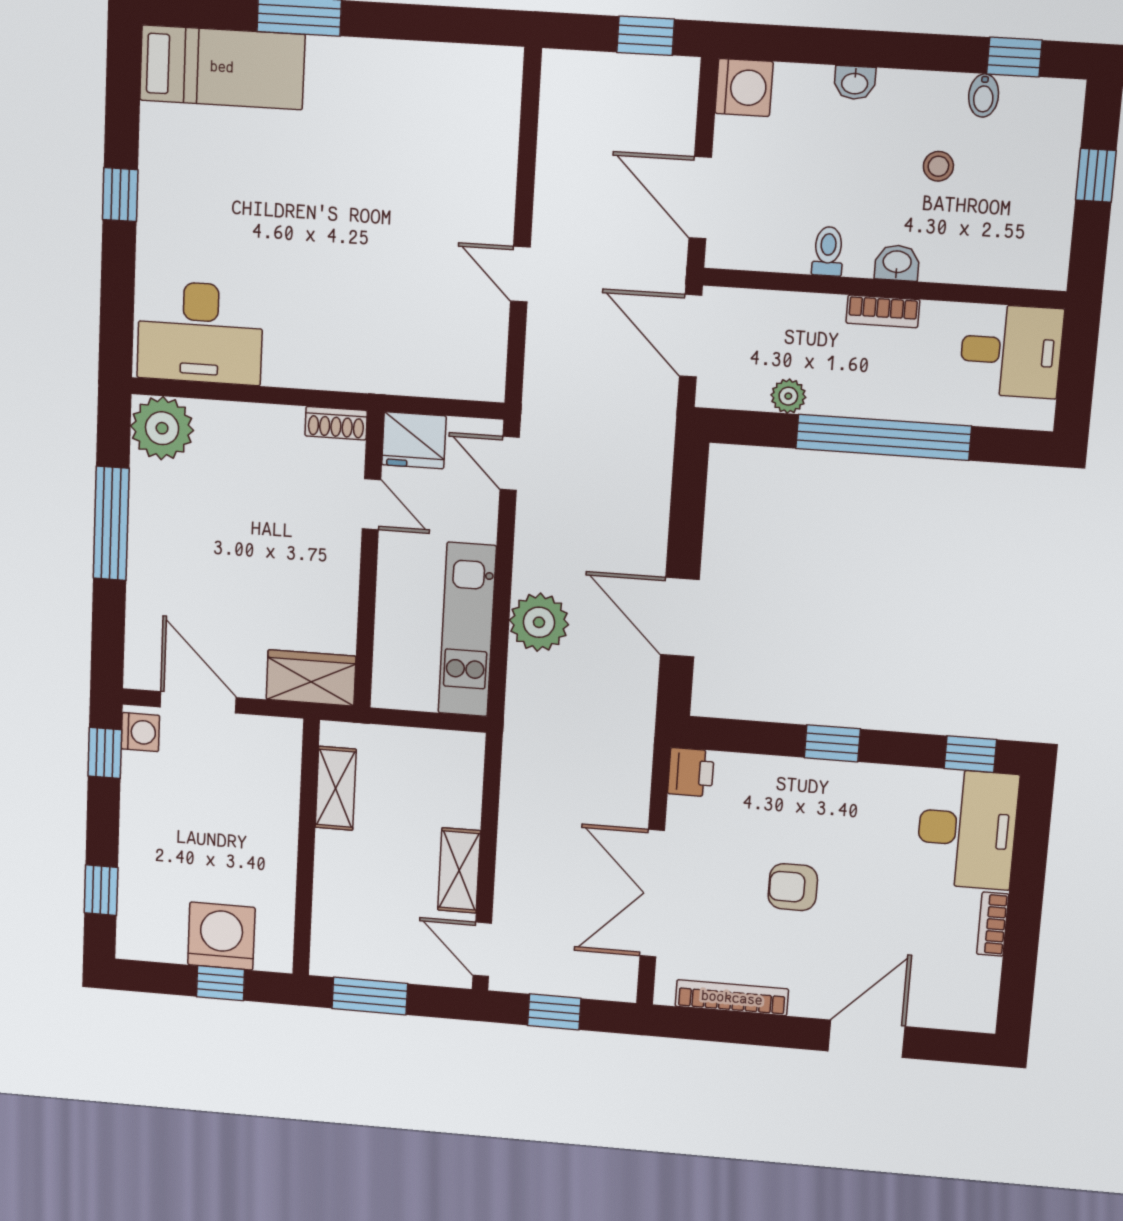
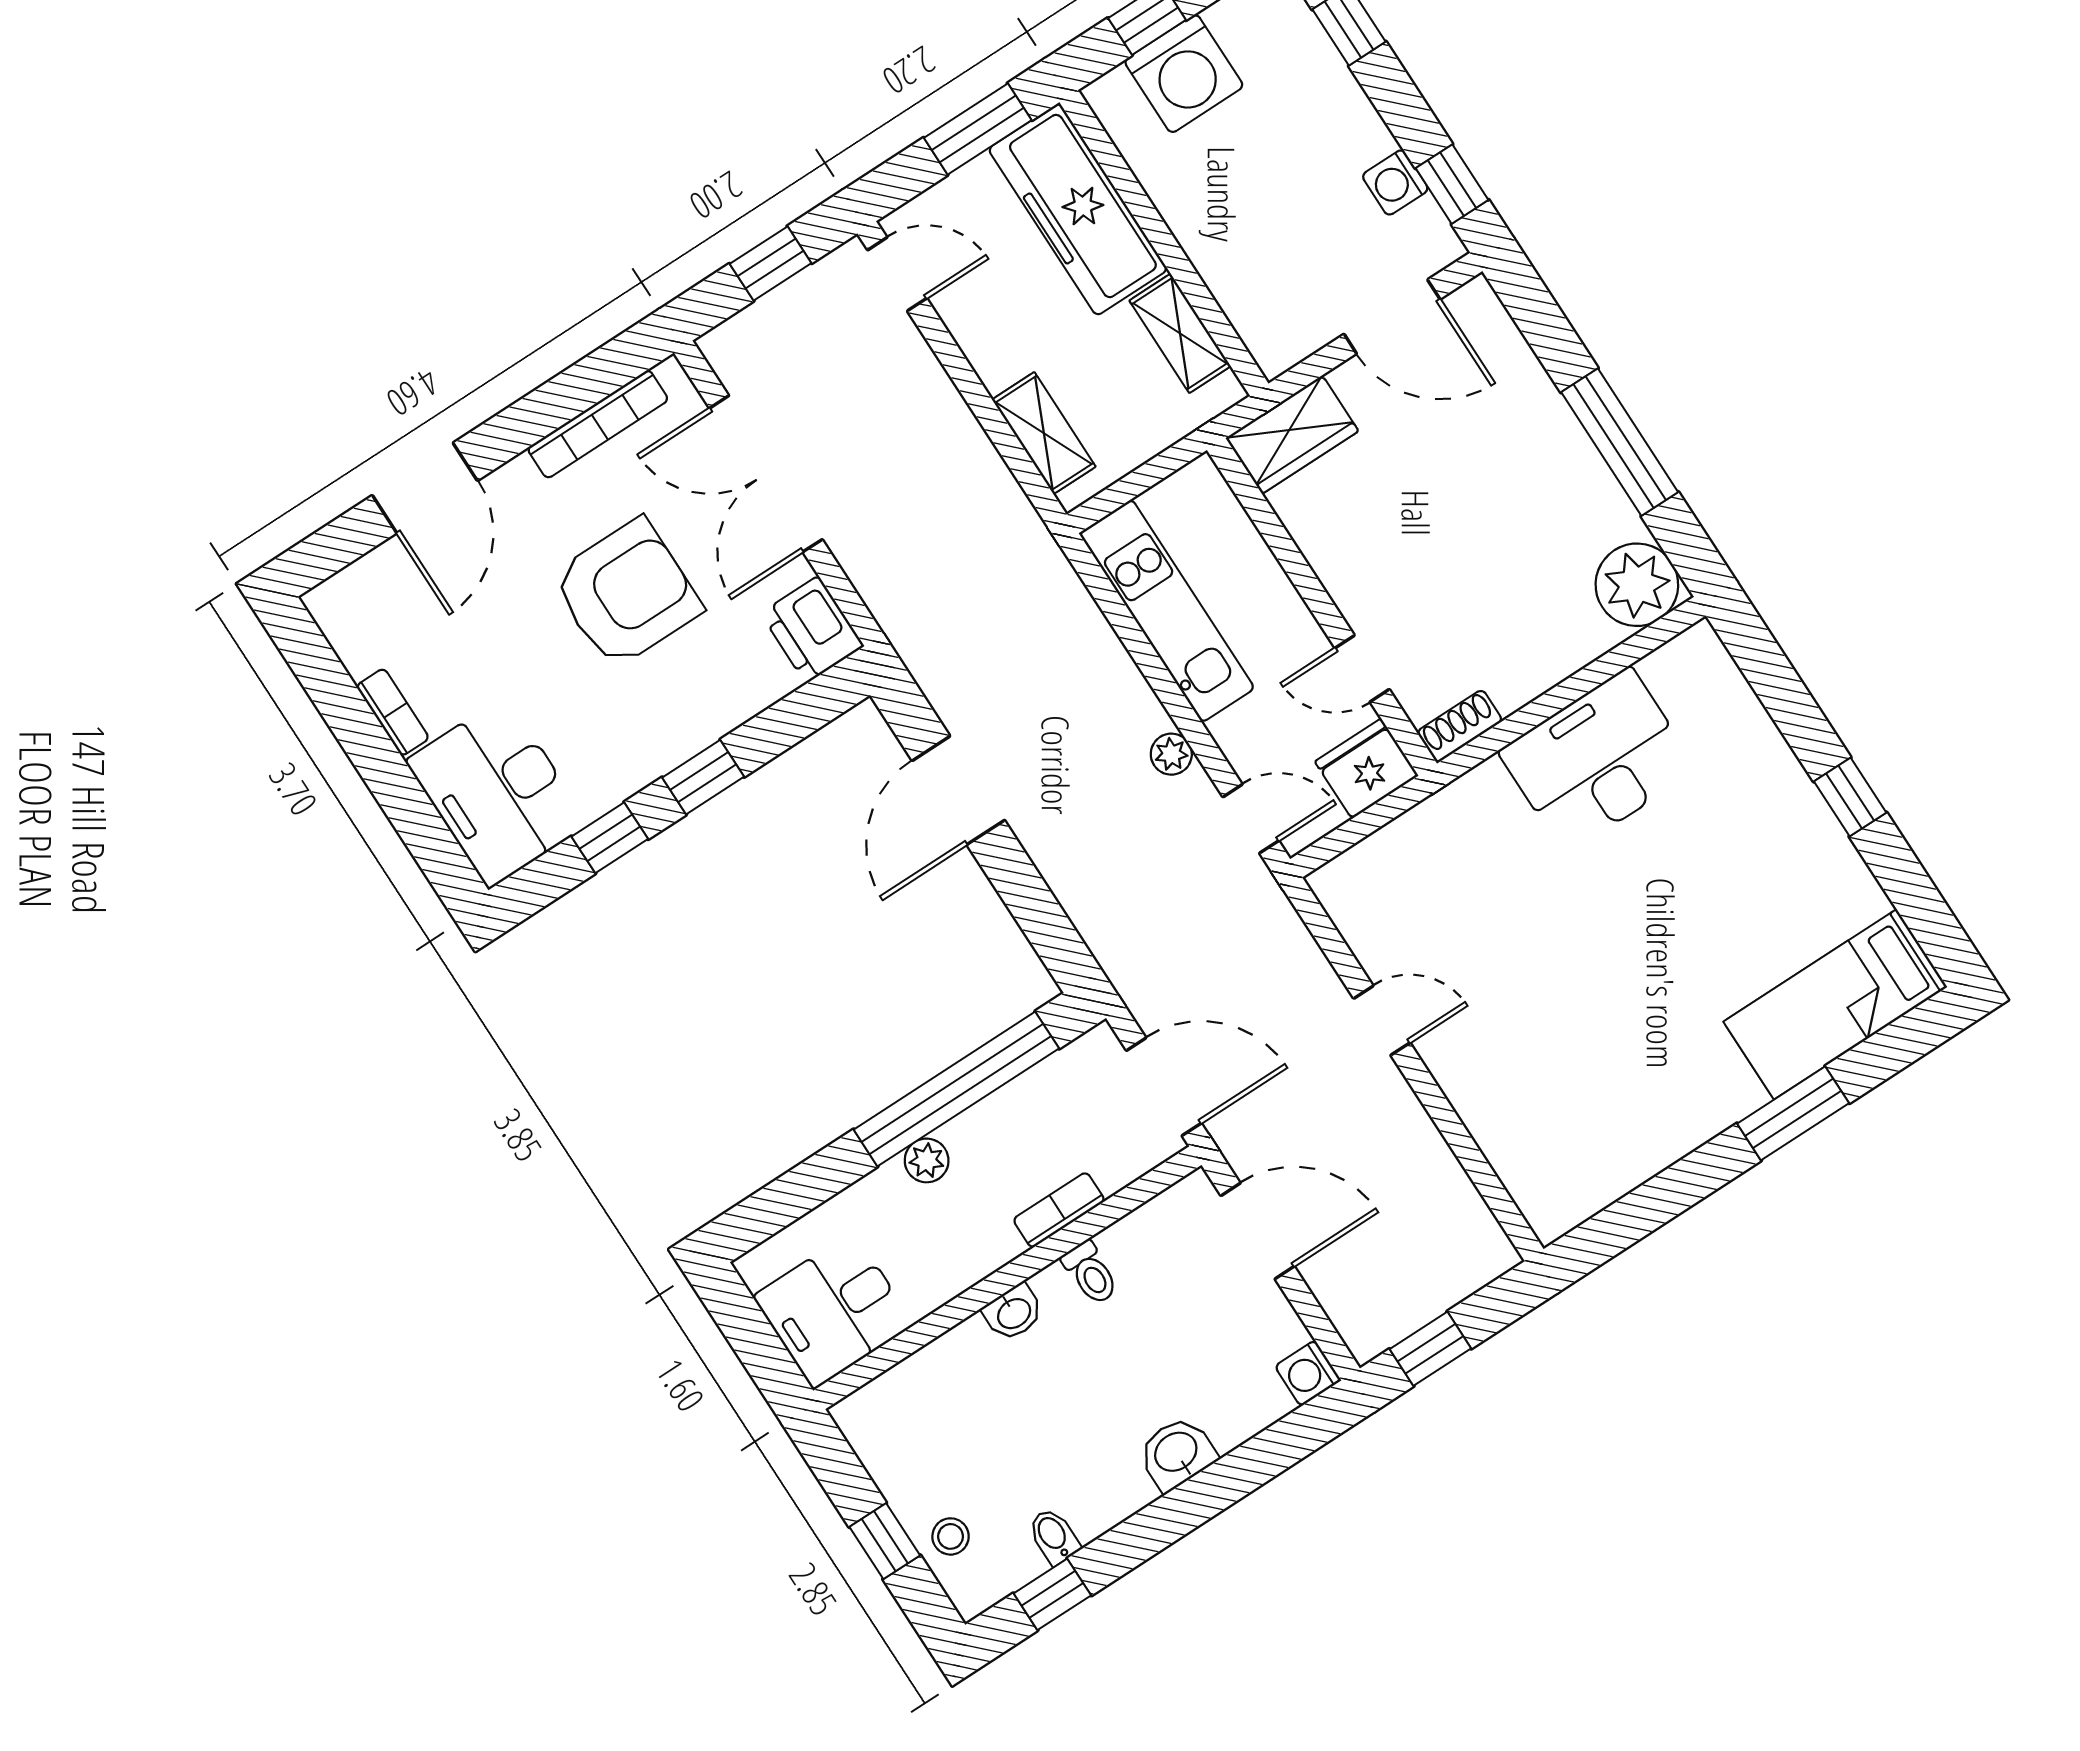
washbasin: (855, 83) -> (1177, 1453), width x1.38, depth x1.45
washing machine: (744, 87) -> (1308, 1373), width x0.73, depth x0.73
stool: (938, 166) -> (951, 1536), moved
bookcase: (883, 311) -> (1059, 1210), moved
desk: (200, 333) -> (1598, 761), moved
plant: (788, 396) -> (927, 1160), moved
window: (884, 437) -> (956, 1089), moved
door: (680, 617) -> (958, 790), swing flipped
plant: (539, 622) -> (1171, 754), moved, width x0.53, depth x0.53
washing machine: (140, 732) -> (1395, 182), moved
window: (970, 754) -> (610, 838), moved
printer: (691, 772) -> (812, 630), width x1.36, depth x1.24
shelving: (459, 870) -> (1044, 433), moved
armchair: (793, 887) -> (627, 593), width x1.88, depth x1.88
double door: (652, 893) -> (766, 474), swing flipped
freezer: (344, 906) -> (1078, 209), added

